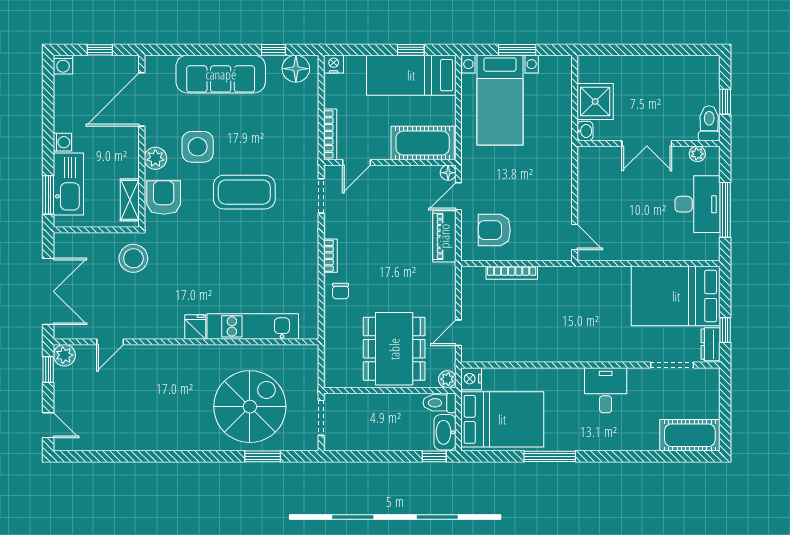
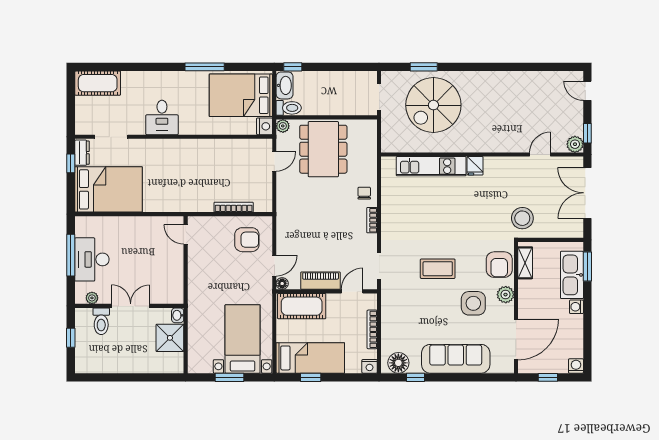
toilet: (709, 123) -> (101, 321), moved
bookcase: (330, 134) -> (372, 329), moved
coffee table: (244, 192) -> (438, 269), width x0.73, depth x0.76
piano: (444, 236) -> (321, 281), moved, turned -90

